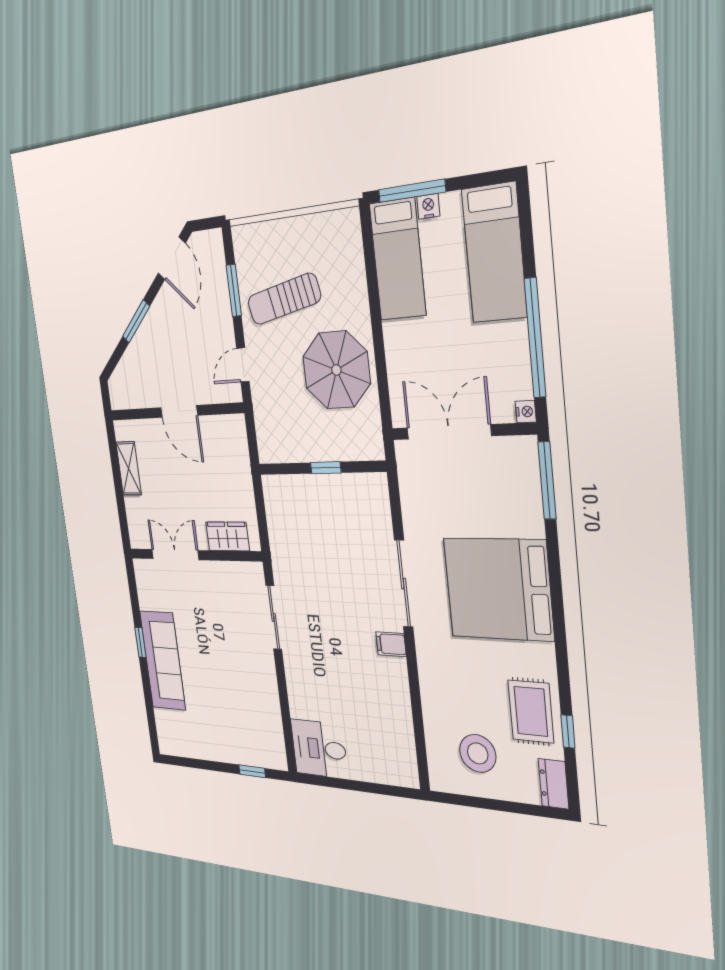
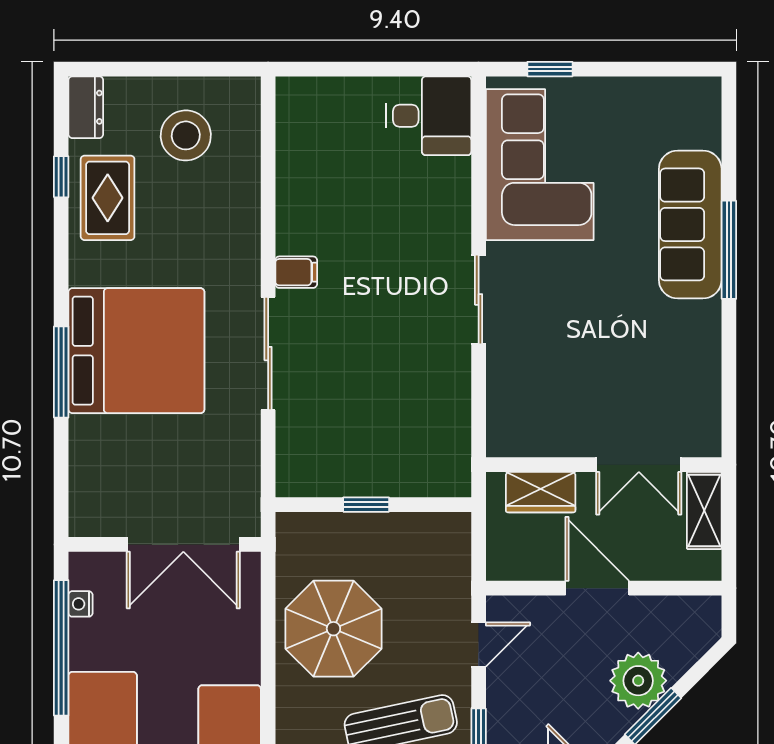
plant: (148, 346) -> (638, 681), added
nightstand: (526, 412) -> (80, 604), moved
window: (547, 481) -> (61, 372), moved
wardrobe: (227, 536) -> (541, 492), moved
double door: (175, 555) -> (639, 465), moved
wall: (194, 555) -> (604, 465), moved
window: (140, 642) -> (729, 250), width x2.17
corner sofa: (250, 708) -> (540, 165), added

